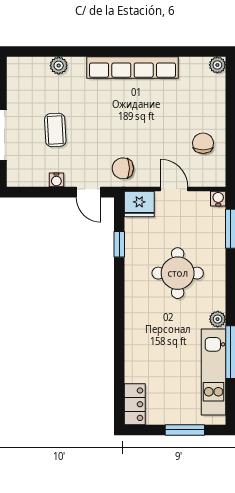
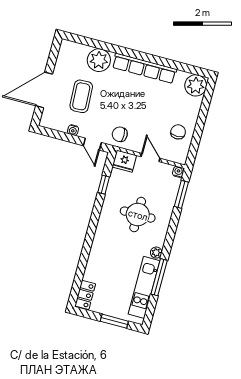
plant: (217, 65) -> (196, 85), width x1.88, depth x1.88
plant: (59, 66) -> (99, 60), width x1.87, depth x1.87
coffee table: (55, 130) -> (81, 96), width x1.36, depth x1.30

